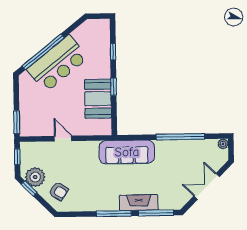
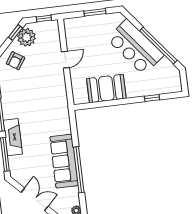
window: (43, 52) -> (158, 46), moved
window: (114, 87) -> (119, 102), removed
window: (17, 122) -> (95, 12), moved
sofa: (127, 152) -> (64, 161), moved

